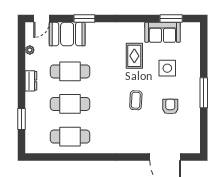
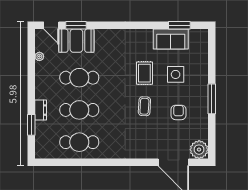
door: (42, 18) -> (51, 25), hinge flipped
window: (84, 18) -> (76, 25), moved
rug: (134, 56) -> (144, 73), moved
dresser: (31, 81) -> (41, 110), moved
plant: (191, 144) -> (199, 150), added

